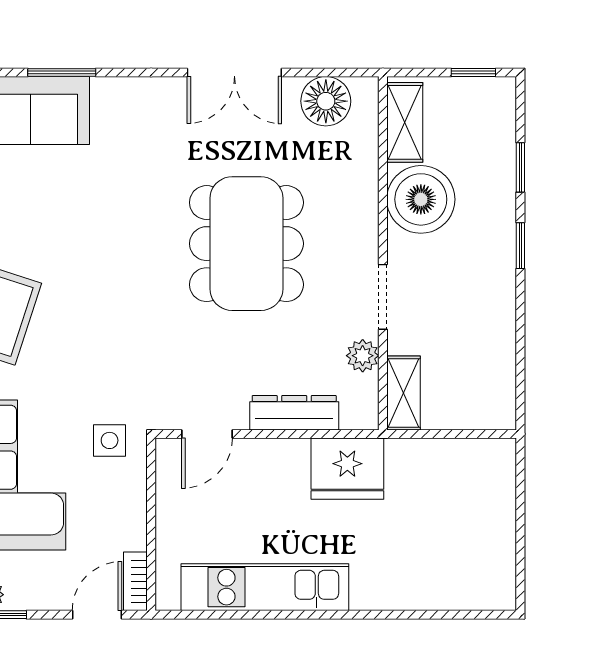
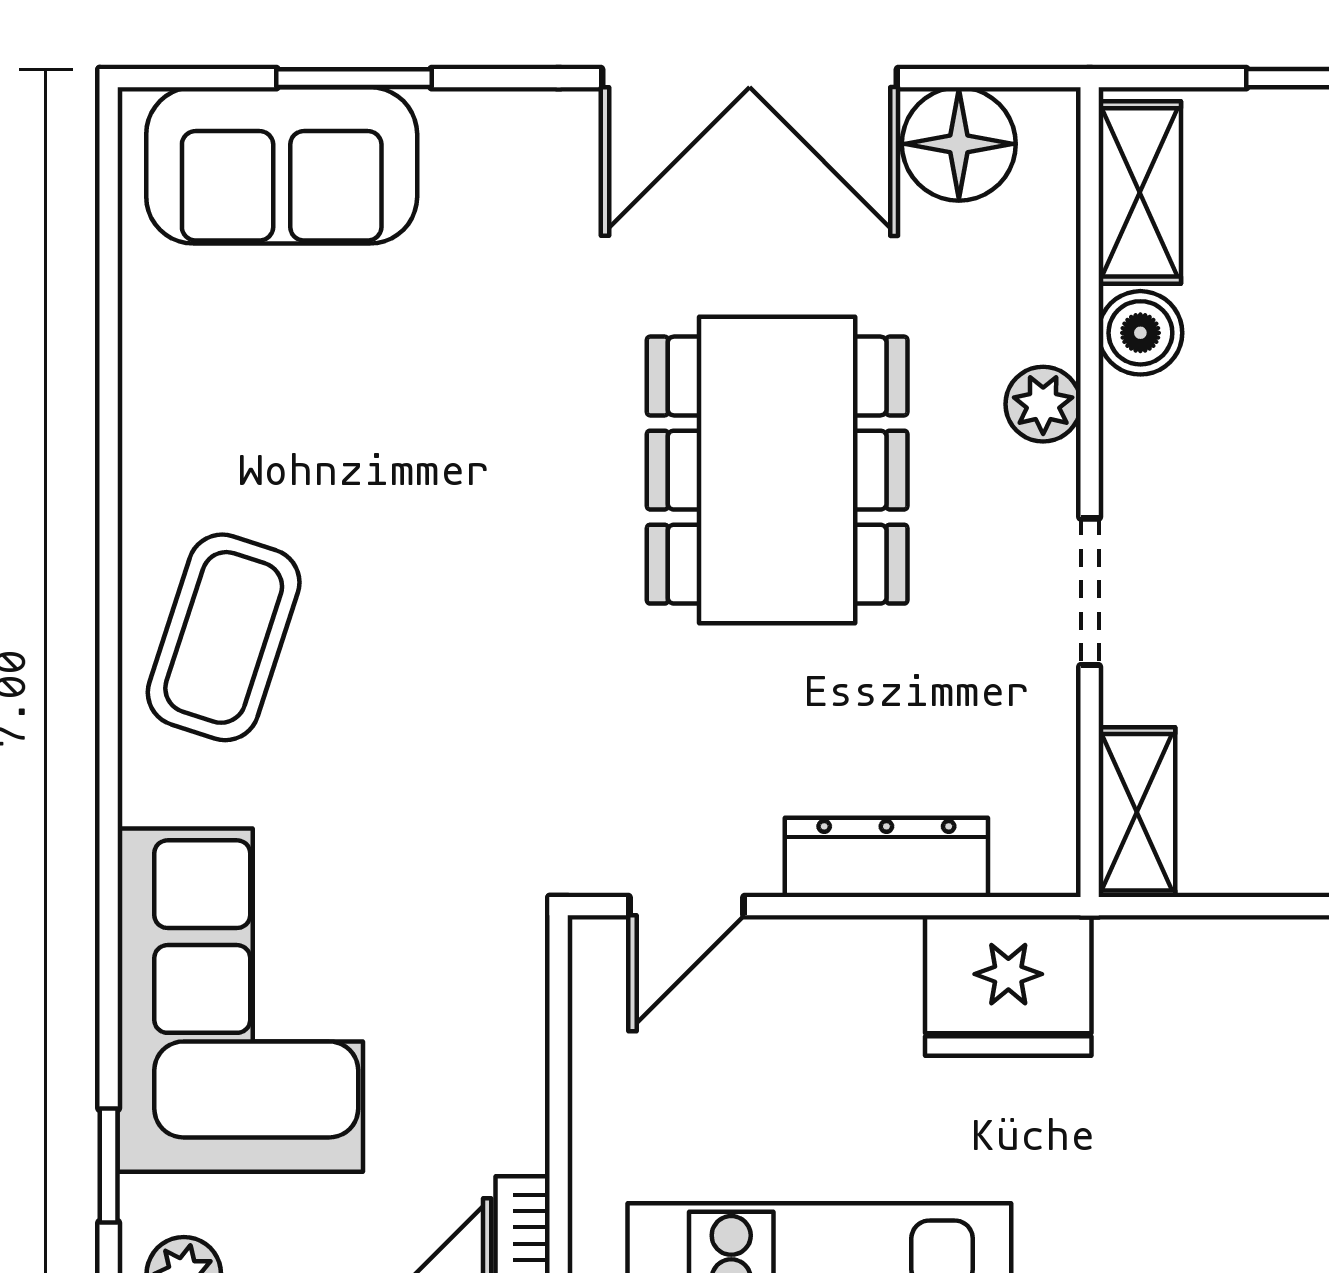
double door: (234, 72) -> (750, 78), width x1.37
boiler: (421, 199) -> (1140, 333), width x0.54, depth x0.54
plant: (363, 356) -> (1043, 404), moved
side table: (110, 440) -> (463, 921), removed

